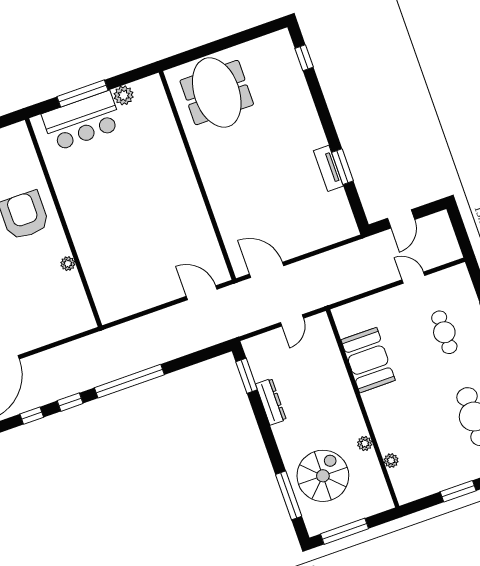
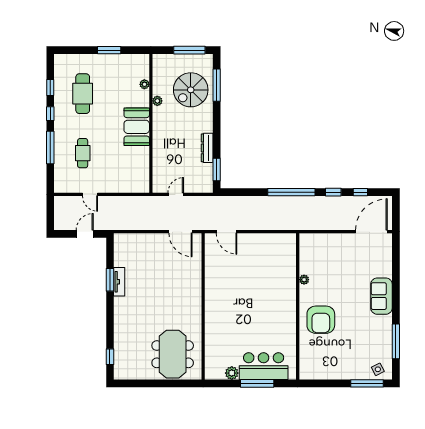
booth: (368, 360) -> (137, 127), moved

